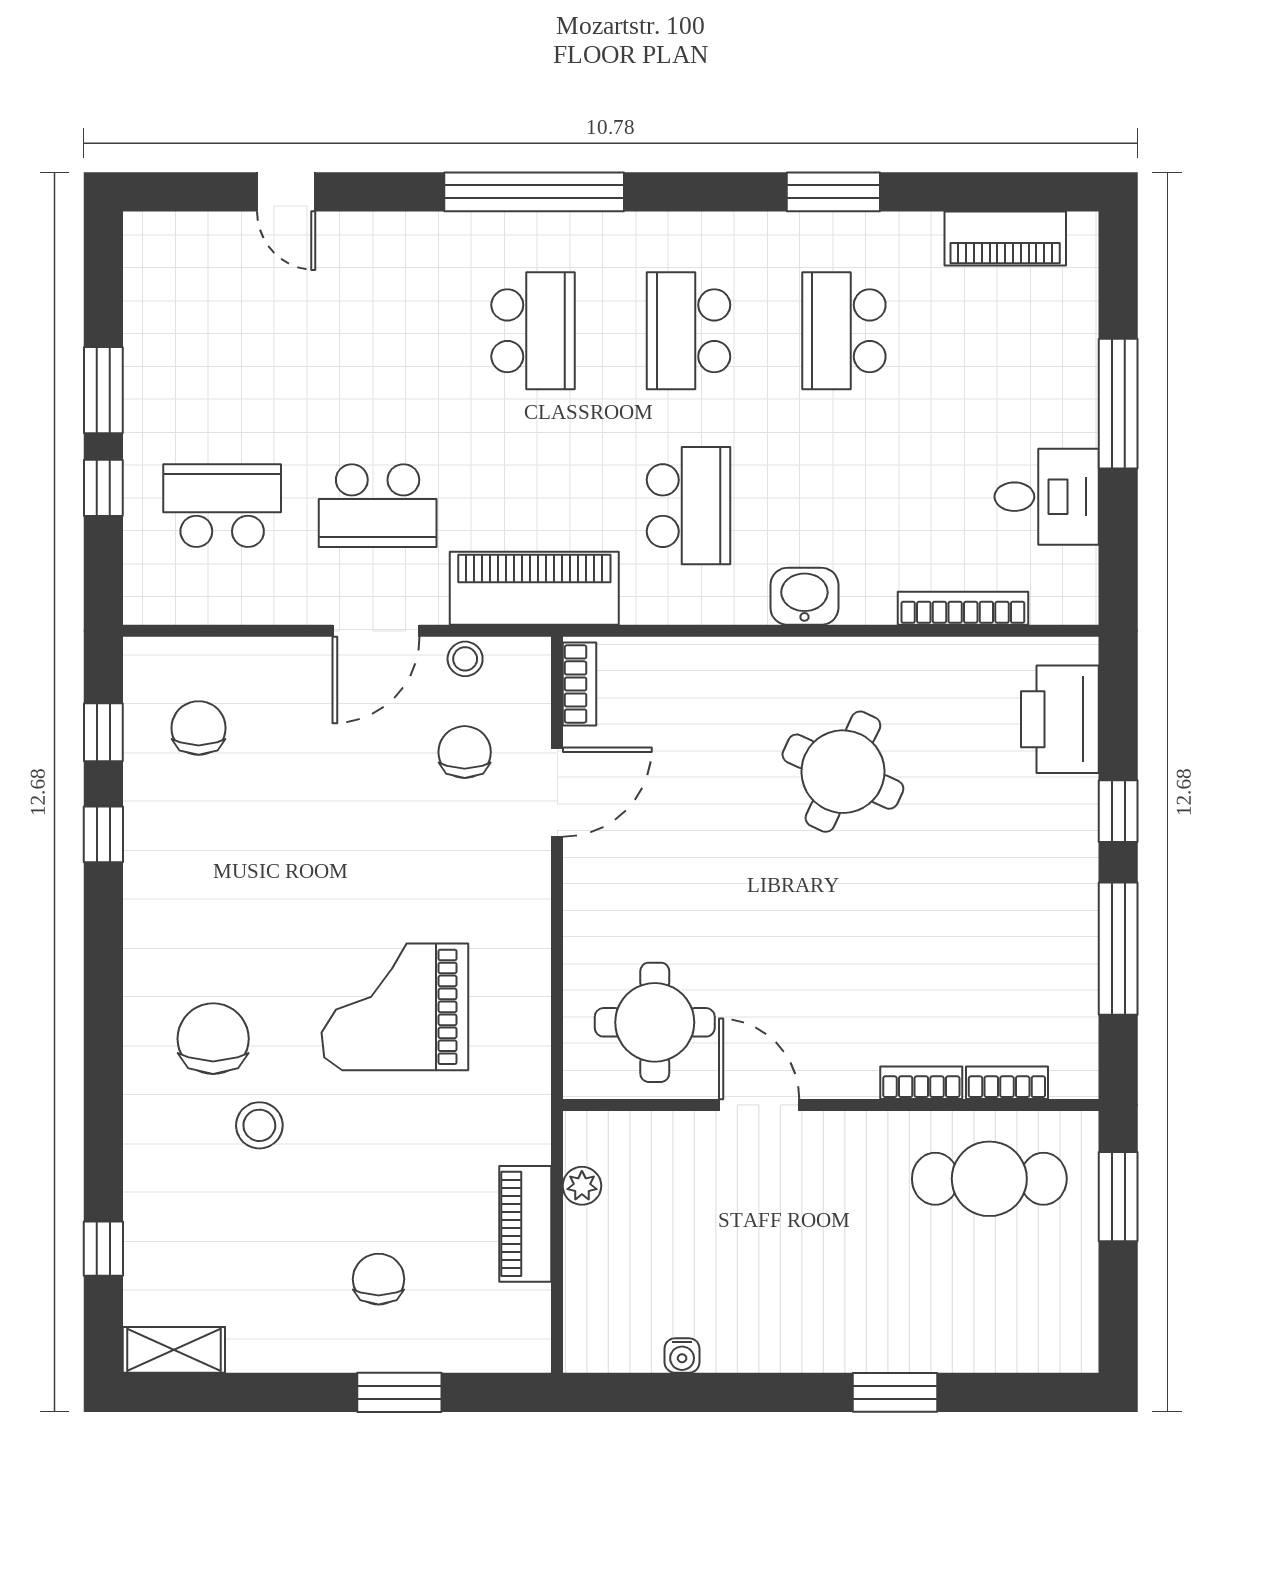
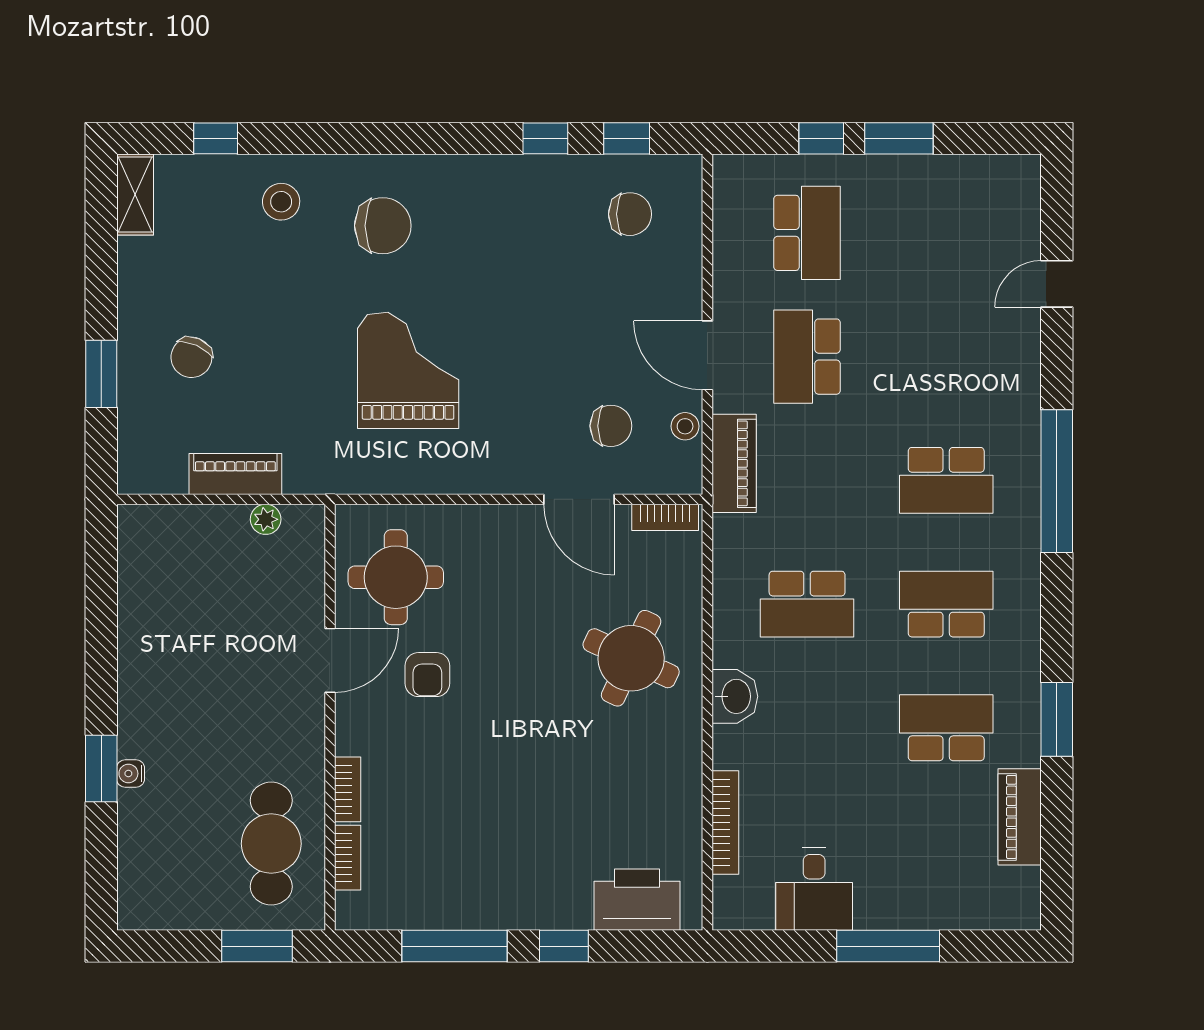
piano: (1005, 239) -> (1020, 817), moved
piano: (534, 588) -> (734, 463), width x0.73, depth x0.75
round table: (843, 772) -> (631, 658), moved
armchair: (777, 983) -> (427, 675), added
stool: (259, 1125) -> (281, 202), moved
chair: (379, 1279) -> (191, 357), turned 114
water cooler: (682, 1355) -> (131, 774), moved

